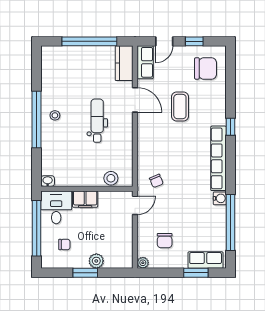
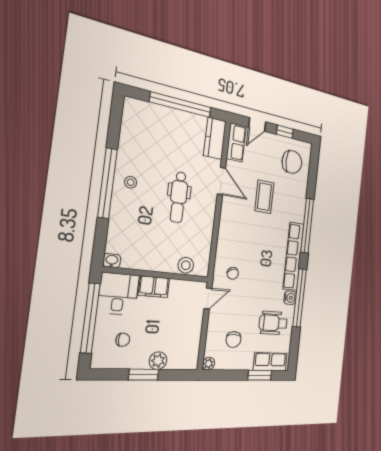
dental chair: (97, 121) -> (179, 197), turned 180
window: (231, 127) -> (307, 226), width x3.17
window: (231, 222) -> (300, 298), moved
wheelchair: (204, 223) -> (273, 323), added

